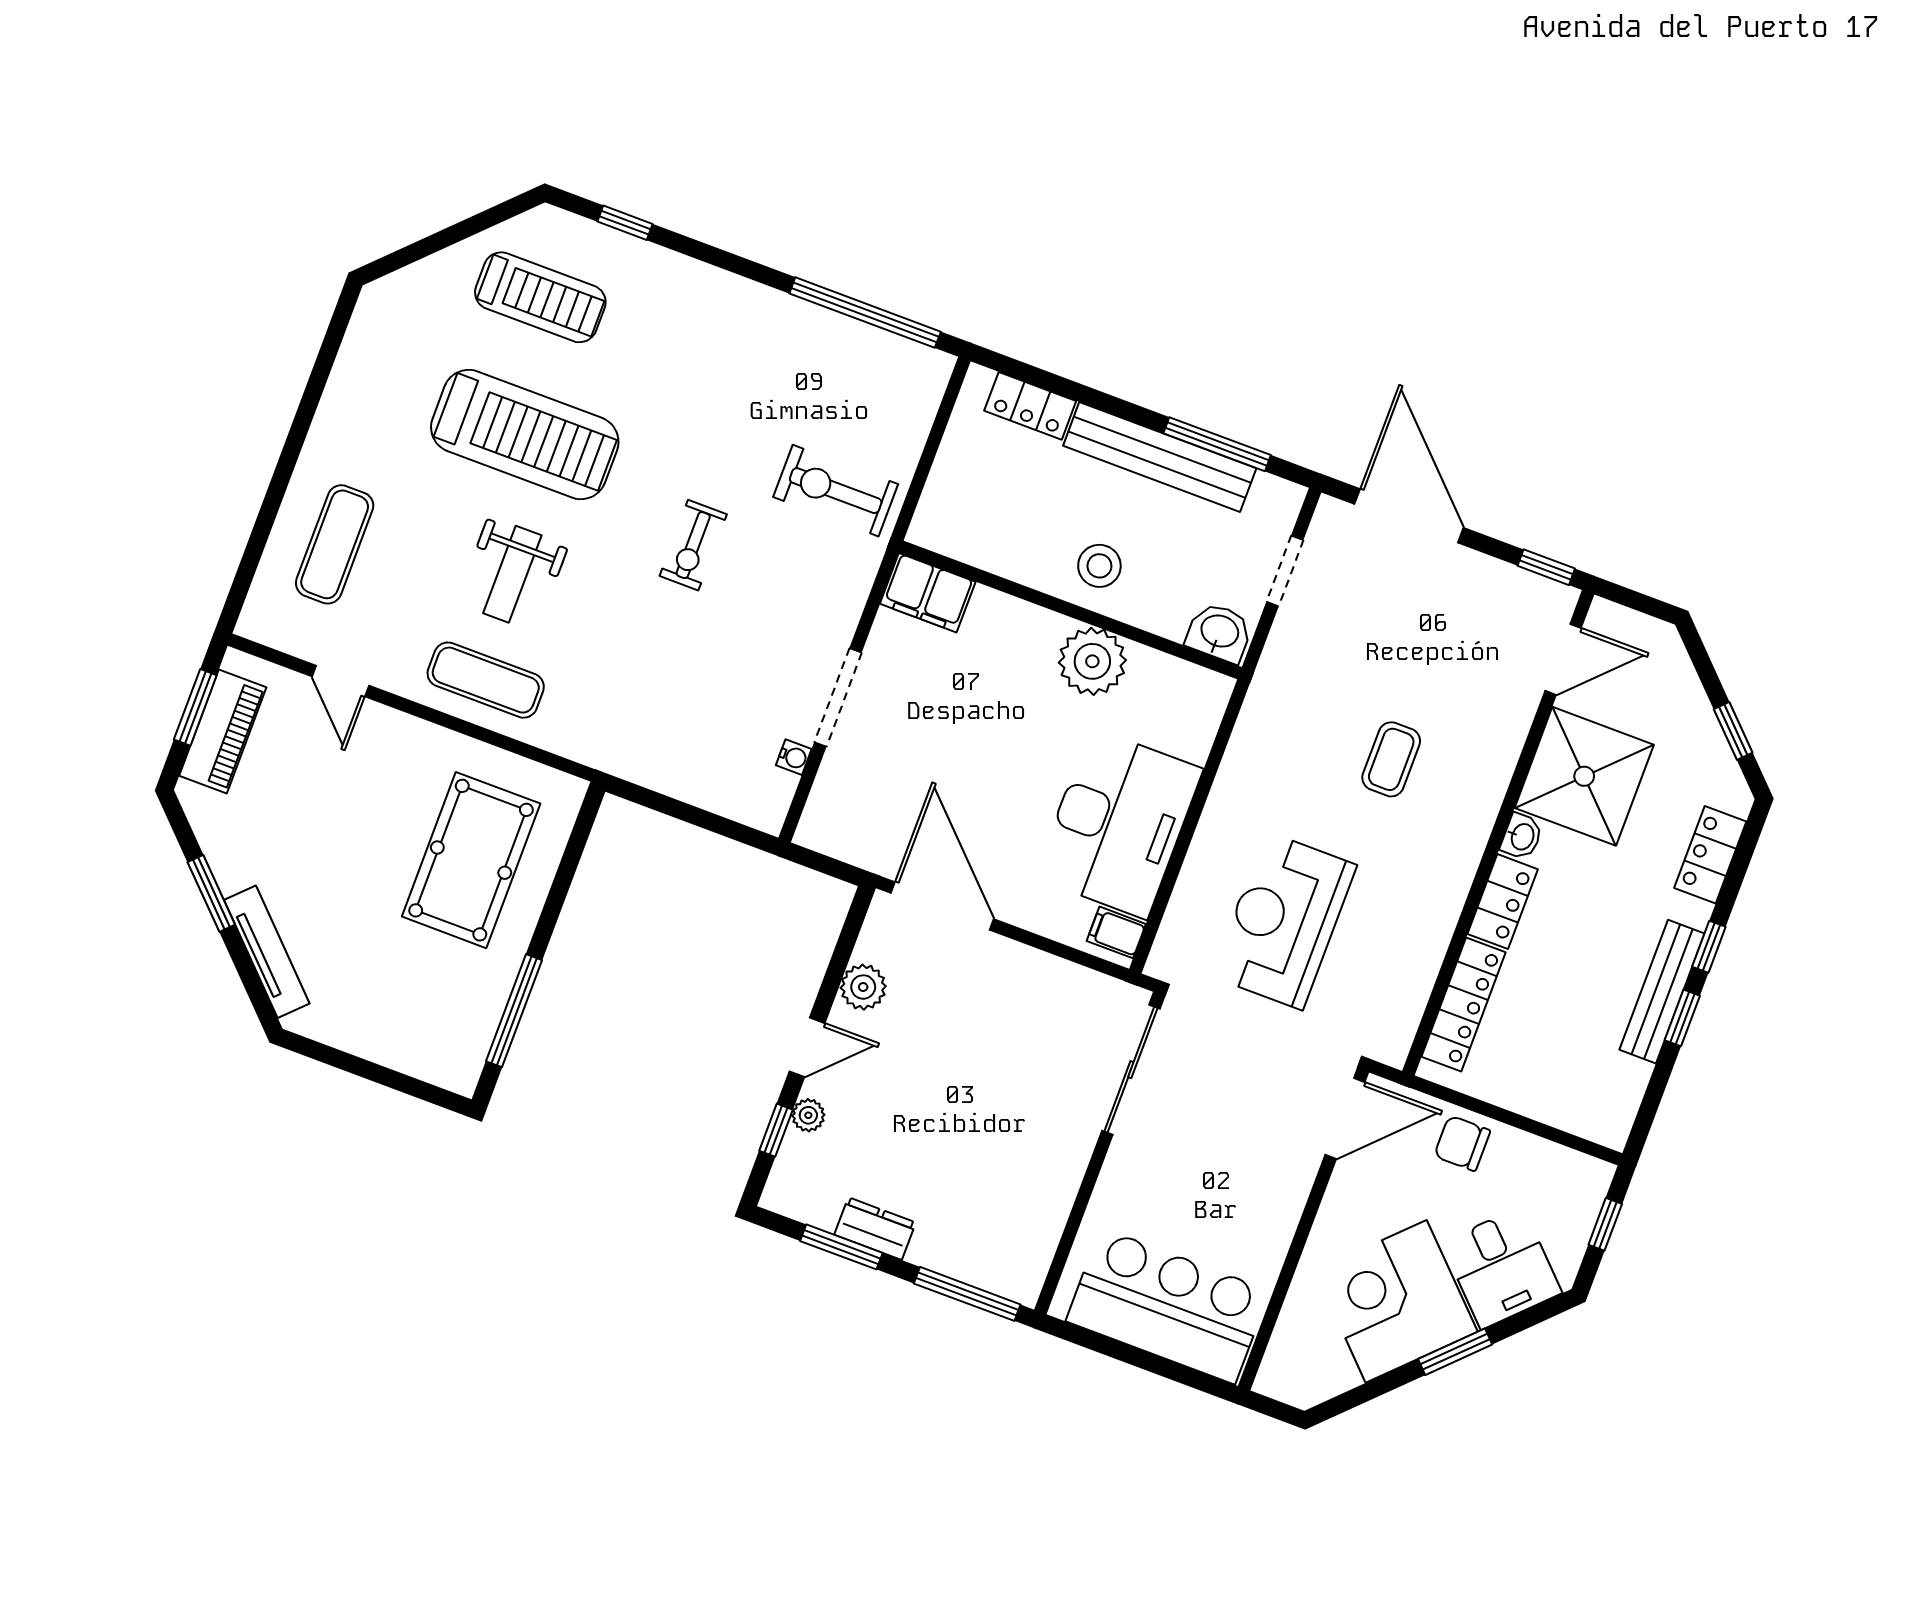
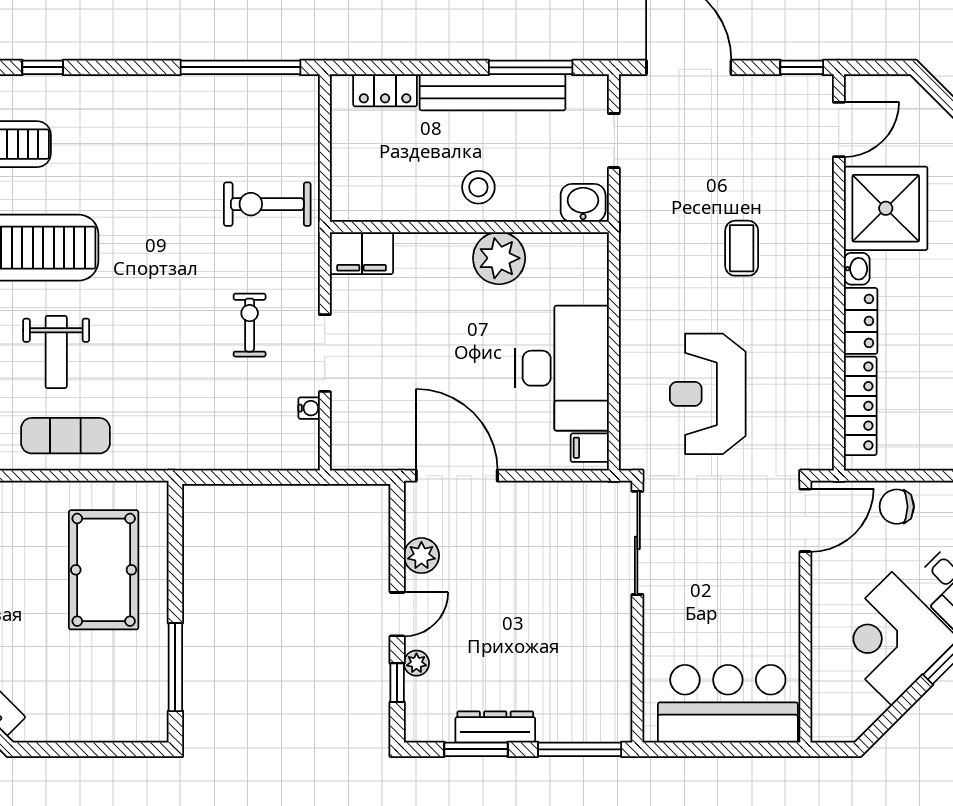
exercise bike: (693, 545) -> (250, 325), moved, turned 180
dresser: (875, 1229) -> (495, 727), width x1.44

